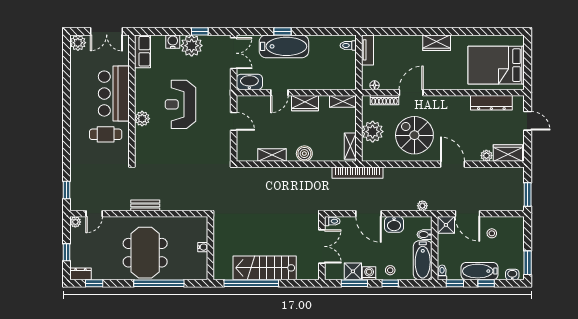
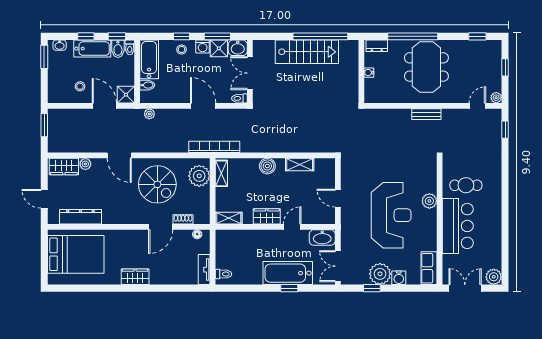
shoe rack: (384, 100) -> (183, 219), width x0.70
reception desk: (181, 104) -> (391, 215), width x1.36, depth x1.30
plant: (373, 132) -> (199, 176), moved
washbasin: (394, 224) -> (238, 48), moved, turned 180
bidet: (454, 271) -> (118, 49), added
dresser: (80, 274) -> (377, 46), moved

